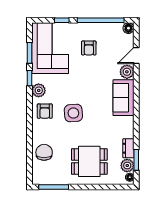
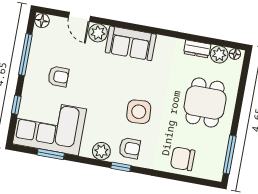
window: (101, 20) -> (25, 55), width x0.68
window: (30, 78) -> (121, 167), moved
window: (136, 160) -> (214, 41), removed

